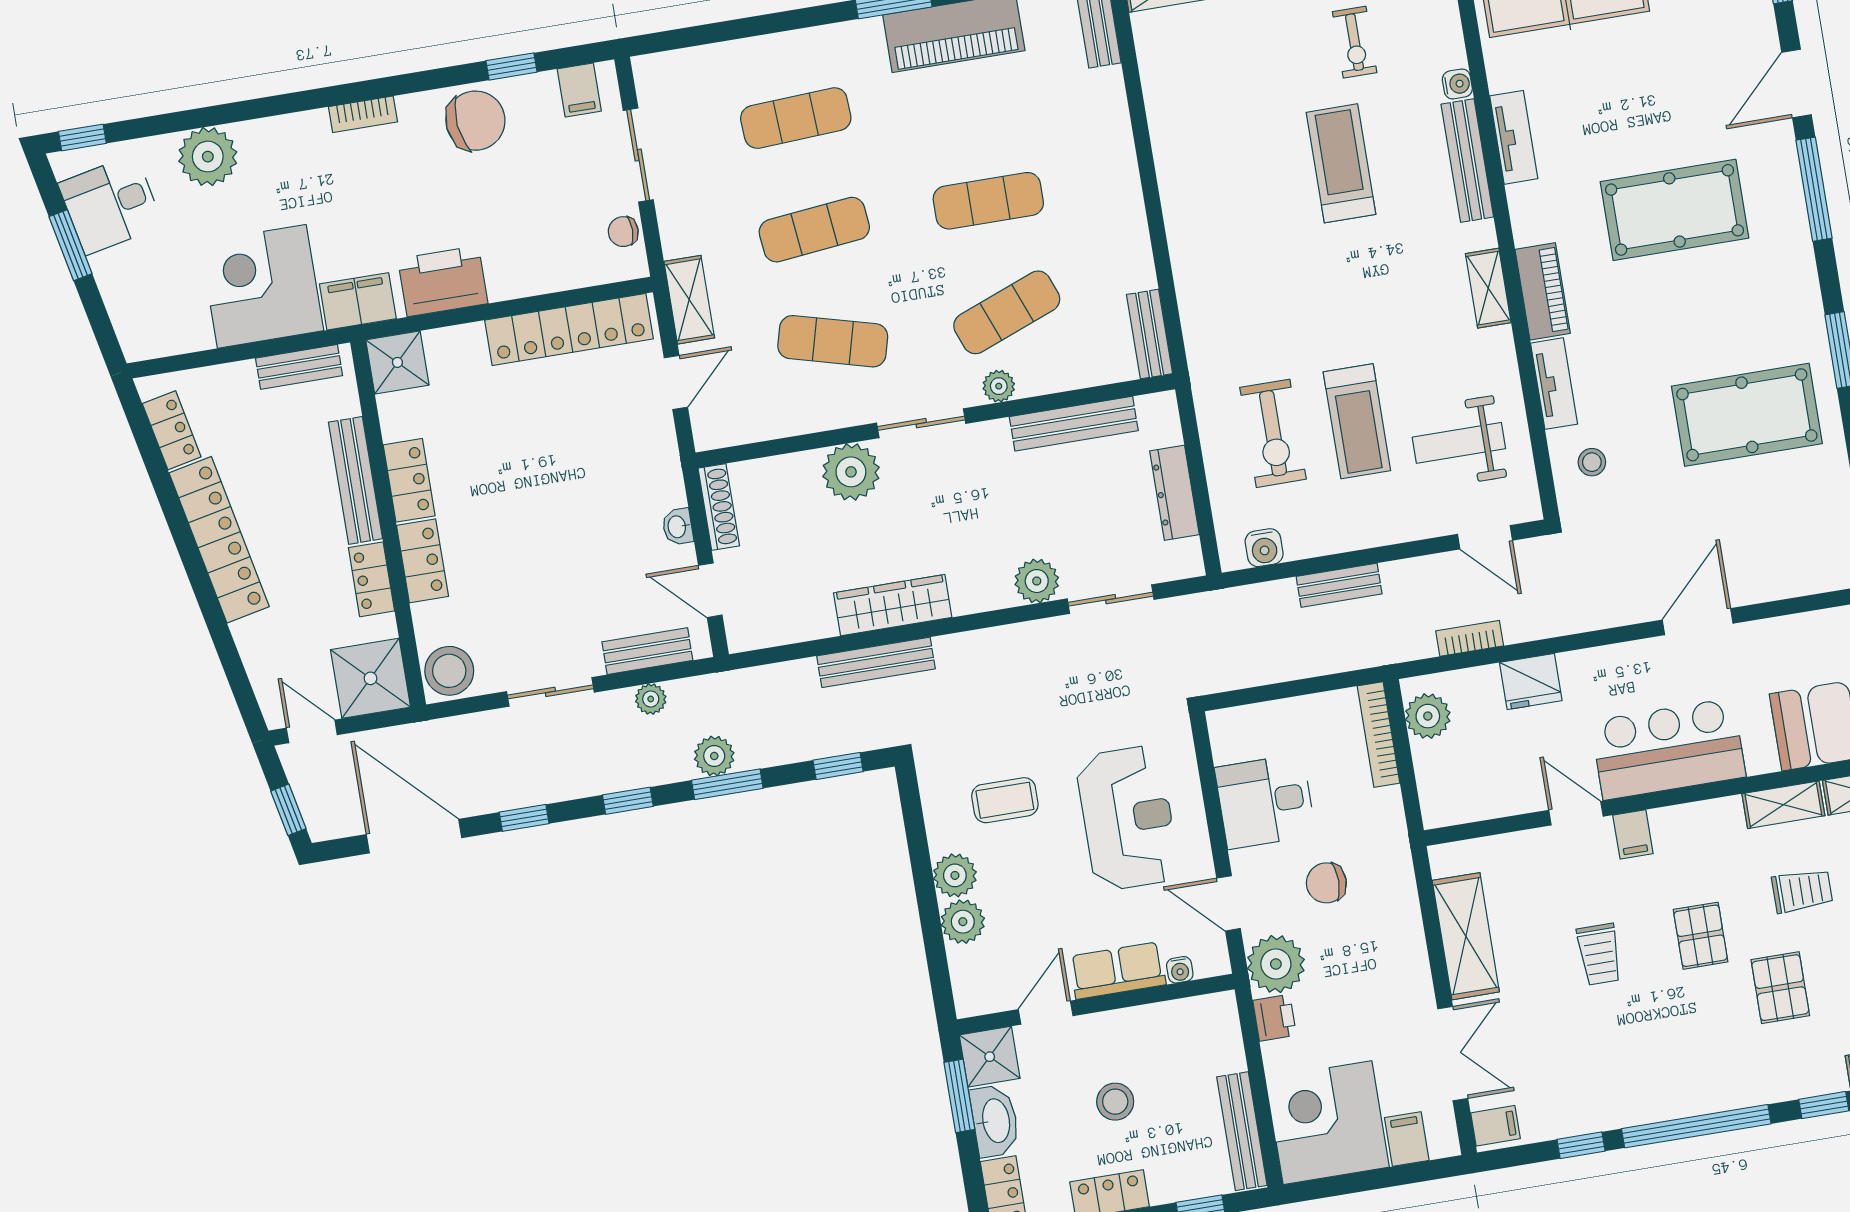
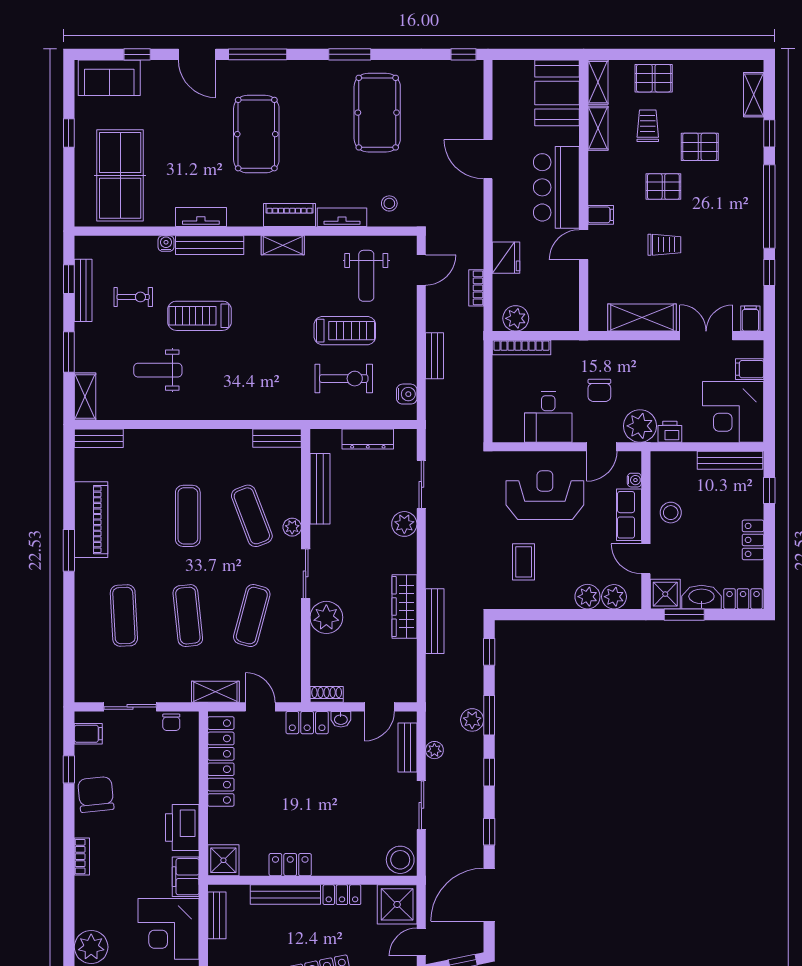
weight bench: (1234, 106) -> (158, 370), added
shoe rack: (719, 507) -> (327, 694), width x0.70
locker: (423, 561) -> (307, 723), moved, turned 180
plant: (955, 875) -> (614, 597), moved
stool: (1115, 1102) -> (671, 513), moved

